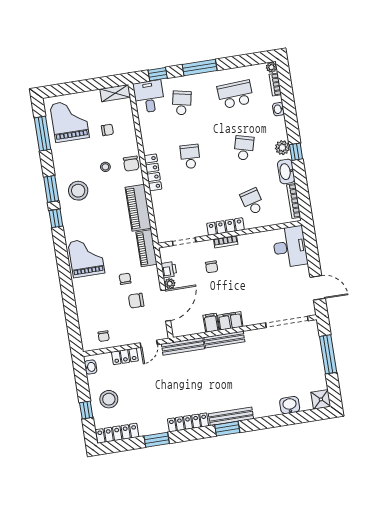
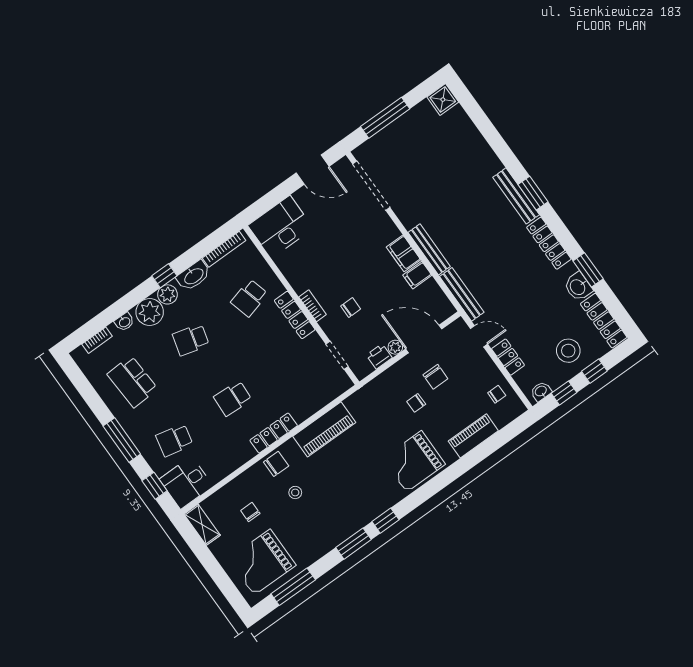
plant: (272, 67) -> (150, 312), moved, width x1.87, depth x1.87
stool: (78, 191) -> (340, 511), removed
piano: (146, 248) -> (473, 436), moved, turned 180
door: (318, 288) -> (313, 170), swing flipped
window: (82, 382) -> (564, 393), added
washbasin: (290, 405) -> (578, 287), moved

